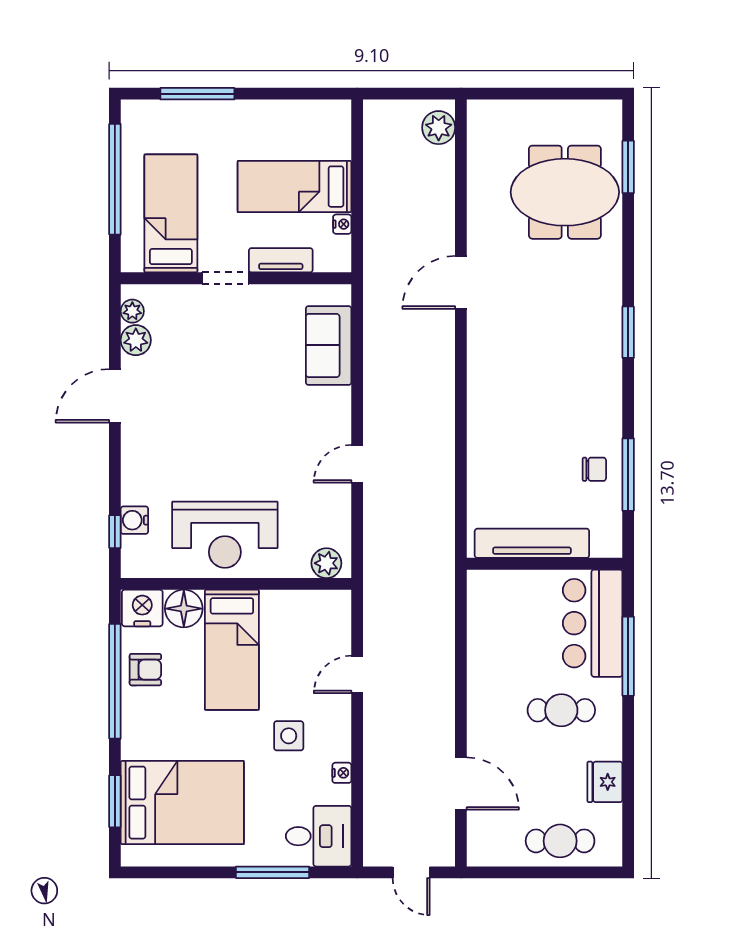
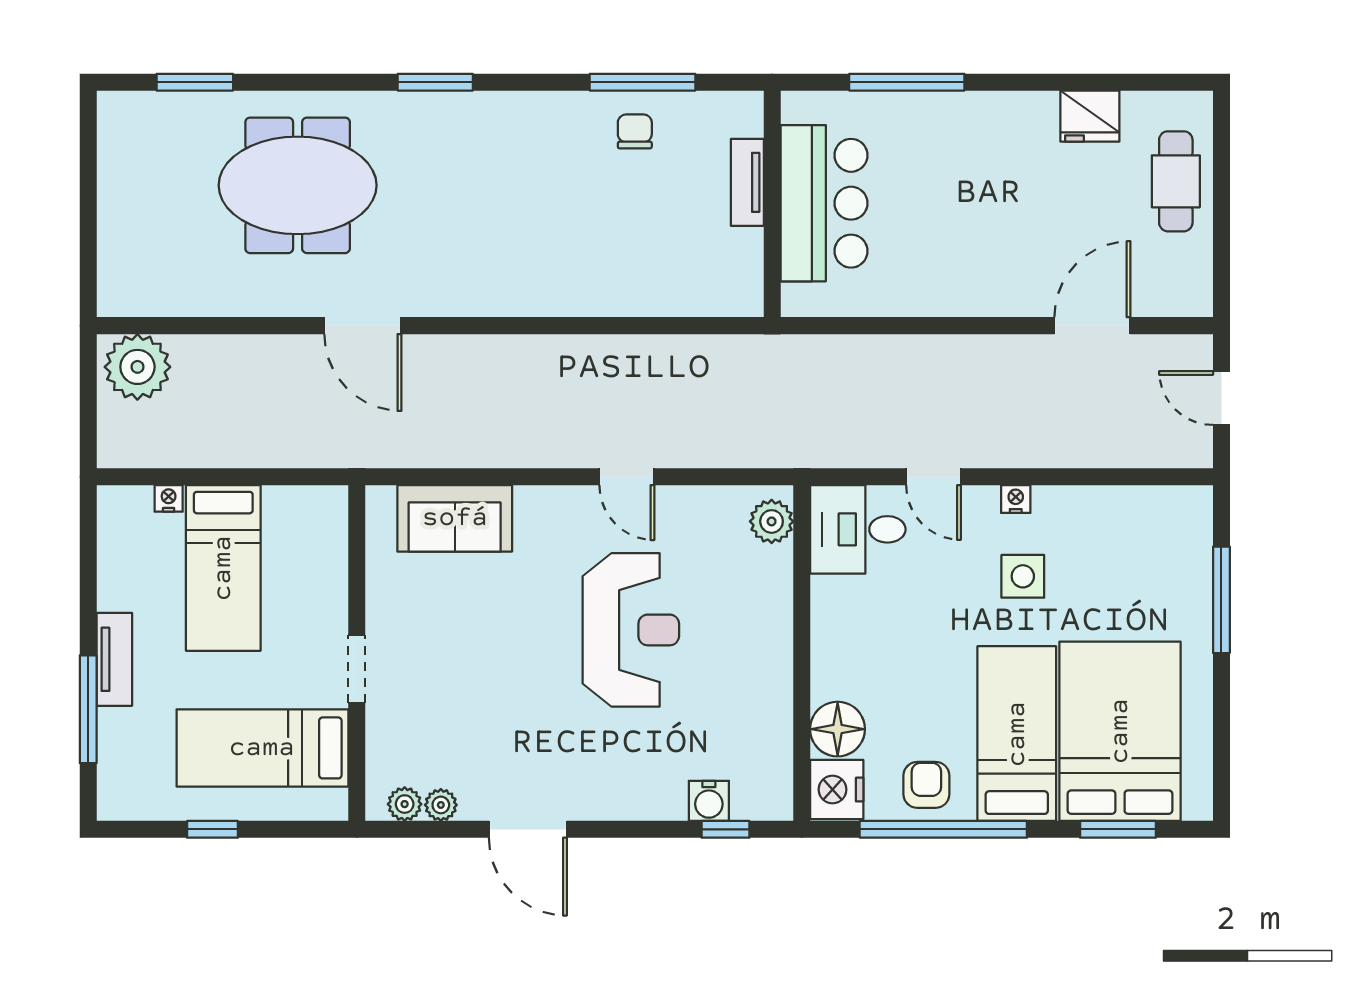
plant: (439, 128) -> (137, 367), width x1.36, depth x1.36
window: (115, 179) -> (213, 829), width x0.32
meeting table: (565, 192) -> (298, 185), moved, turned 90
nightstand: (342, 224) -> (169, 498), moved
tv unit: (281, 260) -> (114, 659), moved, turned 180
plant: (136, 340) -> (441, 805), width x0.73, depth x0.73
reception desk: (225, 535) -> (631, 630), moved
tv unit: (532, 543) -> (747, 182), width x0.52, depth x0.78
bar counter: (593, 623) -> (824, 203), moved, turned -90
bed: (232, 650) -> (1017, 734), moved, turned -90
cafe table: (561, 710) -> (986, 180), removed
nightstand: (342, 773) -> (1016, 499), moved
desk: (319, 836) -> (858, 529), moved, turned -90
door: (411, 872) -> (1221, 398), swing flipped

